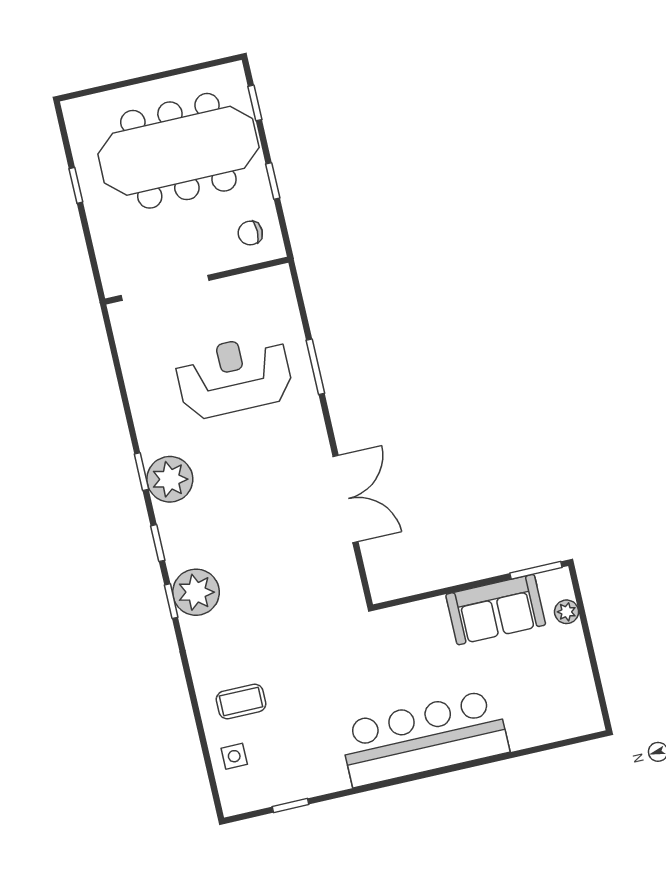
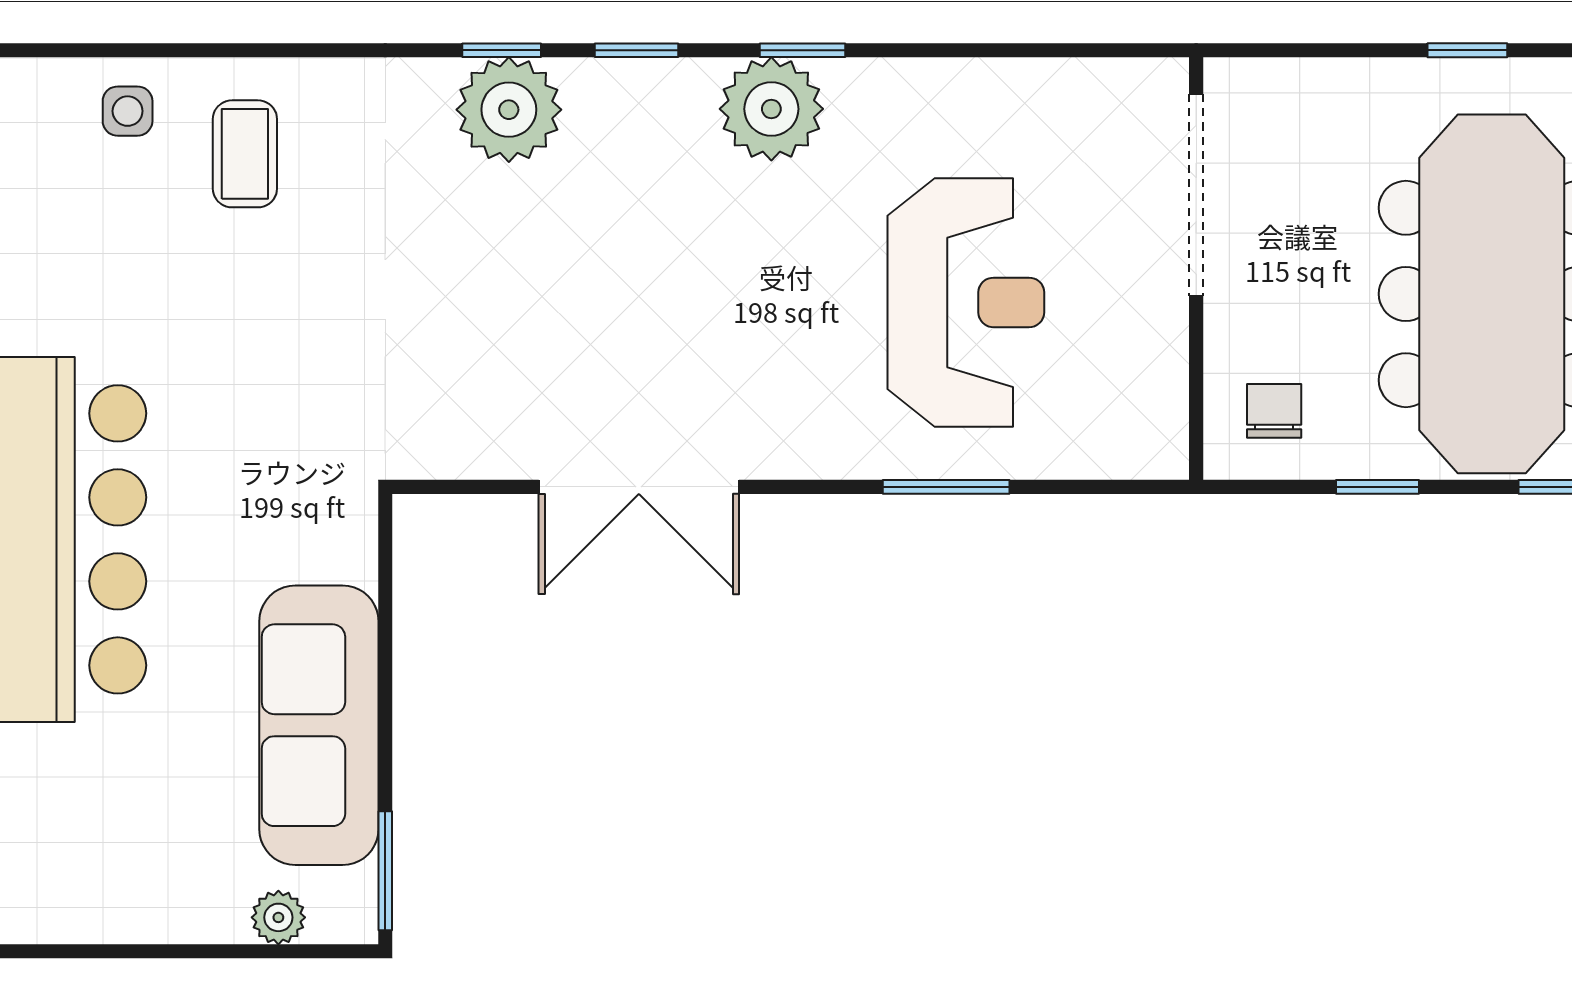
sofa: (496, 610) -> (319, 725), width x1.36

